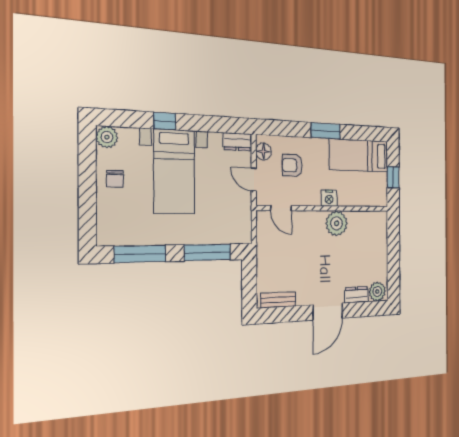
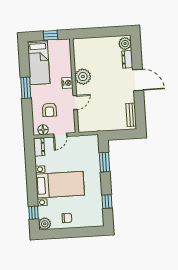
window: (165, 121) -> (33, 213), moved
door: (281, 208) -> (75, 103), moved
window: (207, 252) -> (105, 162), width x0.69
window: (140, 254) -> (107, 202), width x0.46

